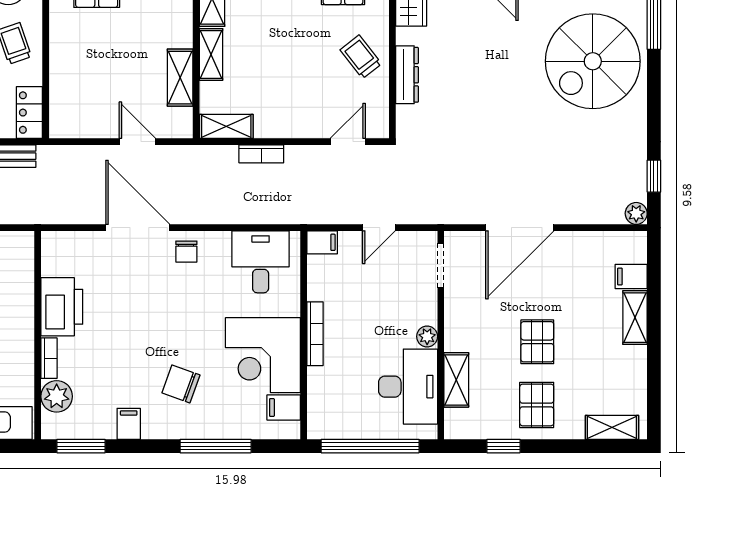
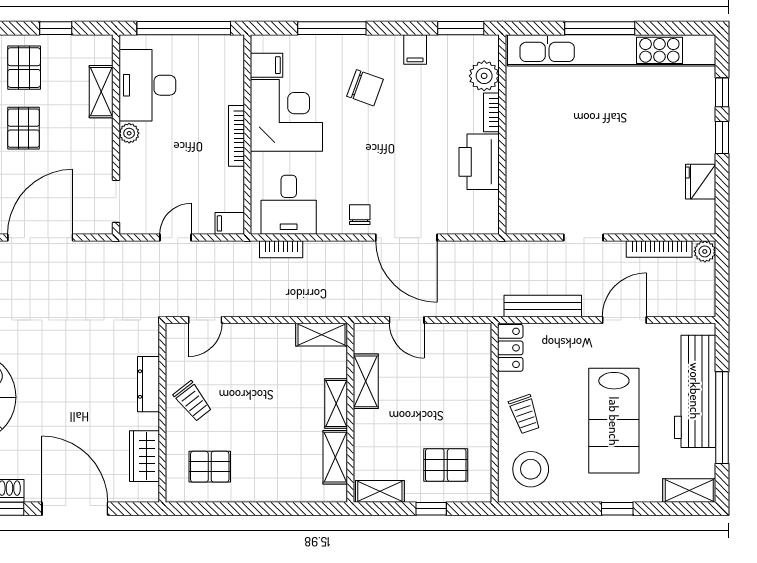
bookcase: (261, 154) -> (281, 249), moved, turned 180

